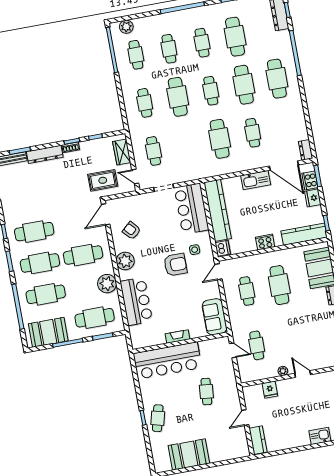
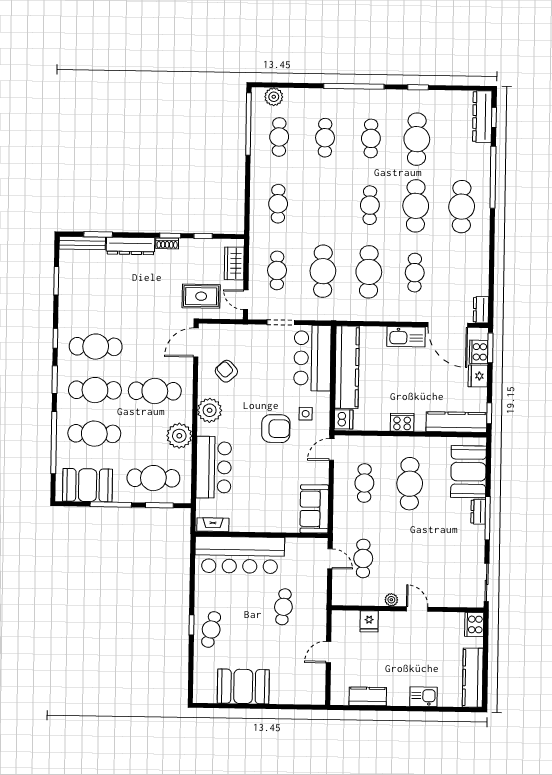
cafe table: (178, 97) -> (323, 271), moved
fireplace: (178, 337) -> (213, 525), moved
kitchen counter: (258, 440) -> (368, 696), moved, turned -90

